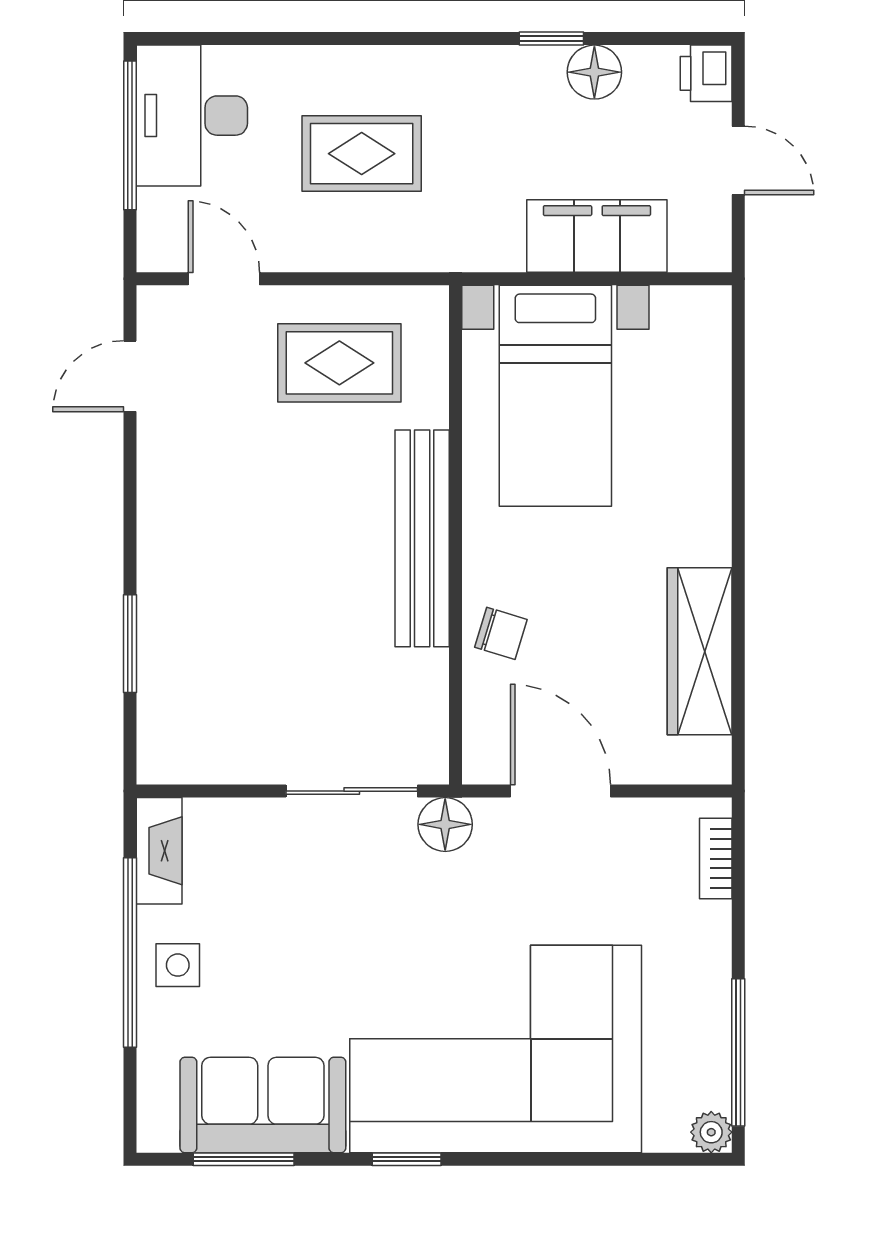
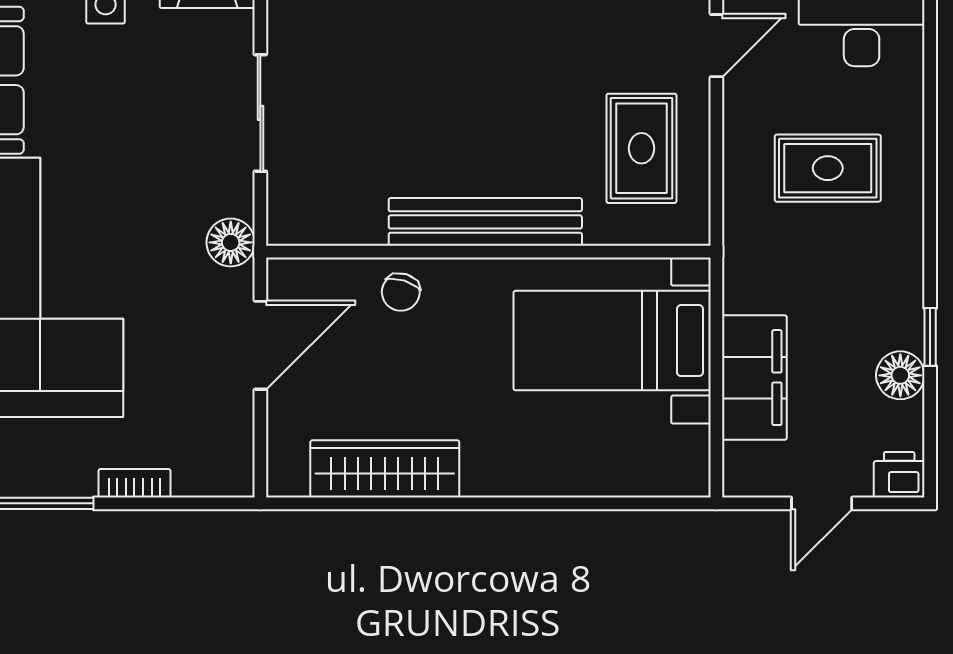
rug: (362, 154) -> (828, 168), turned 90
sliding door: (352, 791) -> (260, 113), moved
bookcase: (716, 859) -> (134, 483), moved

